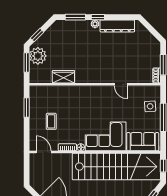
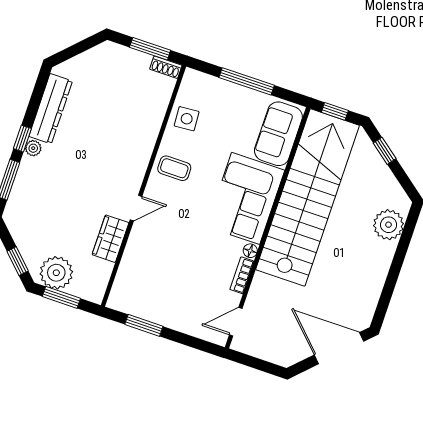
door: (121, 84) -> (136, 208), moved
side table: (150, 106) -> (187, 119), moved
coffee table: (51, 121) -> (174, 168), moved

